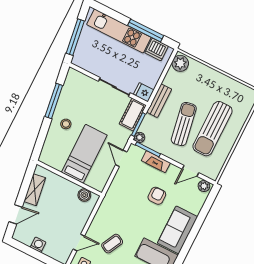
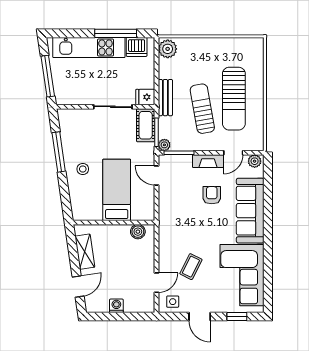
fireplace: (156, 162) -> (208, 161), moved
sofa: (178, 230) -> (250, 211), width x1.36

